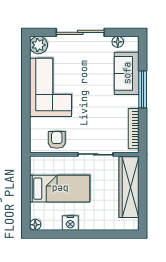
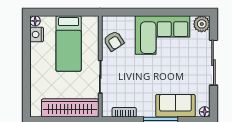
floor lamp: (118, 42) -> (205, 112), moved
bookcase: (134, 129) -> (124, 112), width x0.64
armchair: (57, 140) -> (114, 41), turned 57
nightstand: (70, 223) -> (37, 34), moved

